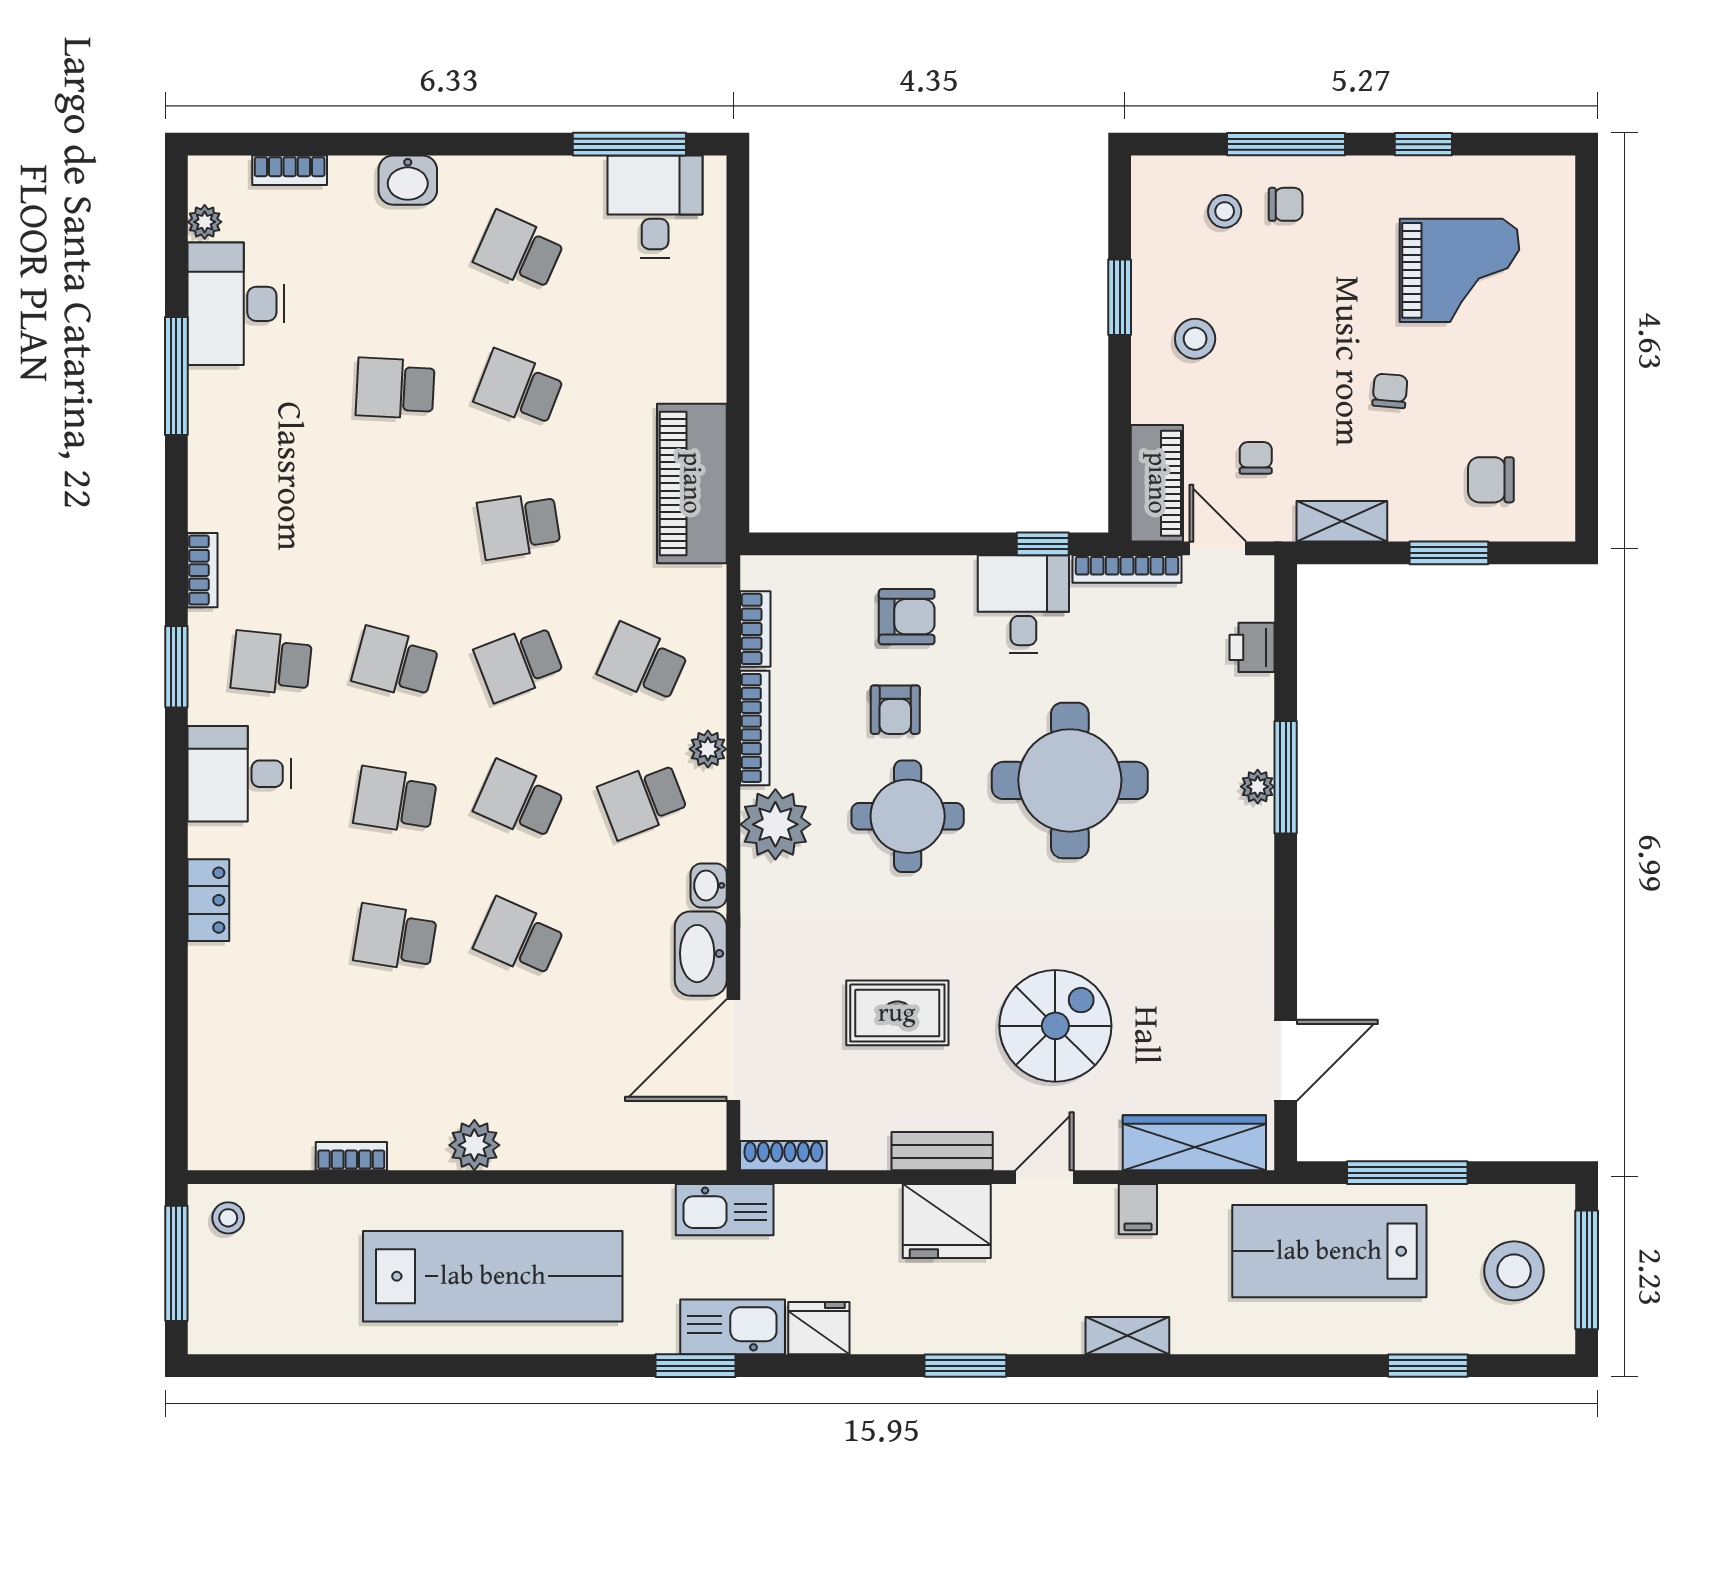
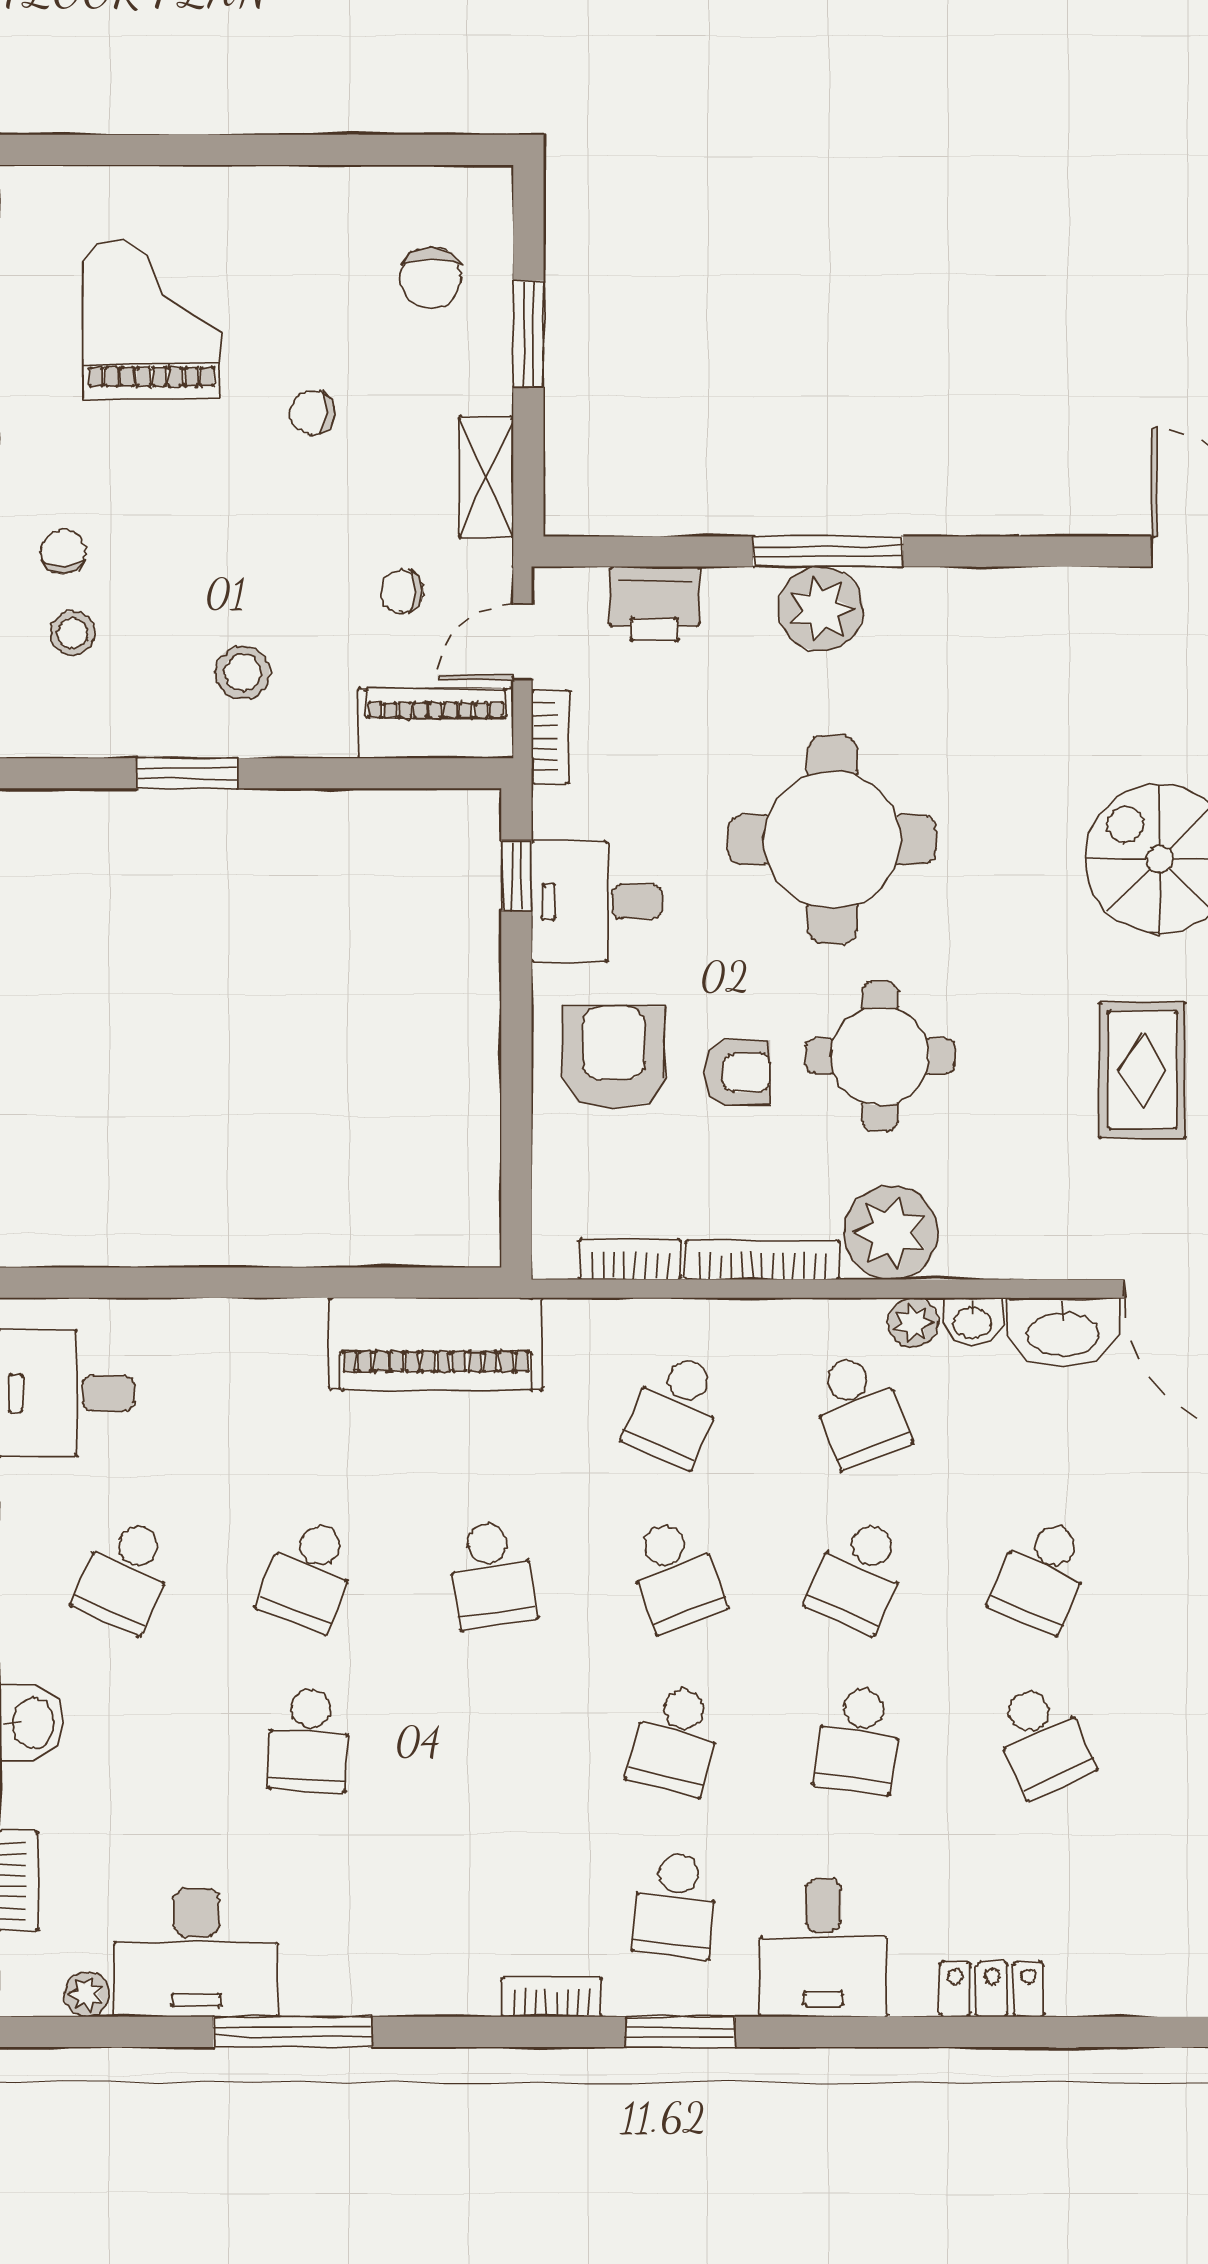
bookcase: (1127, 569) -> (550, 737), width x0.64
armchair: (907, 617) -> (614, 1057), width x1.38, depth x1.38
printer: (1252, 647) -> (655, 604), width x1.36, depth x1.24
plant: (708, 749) -> (913, 1323), moved
plant: (1258, 787) -> (821, 609), width x1.88, depth x1.88
school desk: (395, 937) -> (1042, 1740), turned -33

